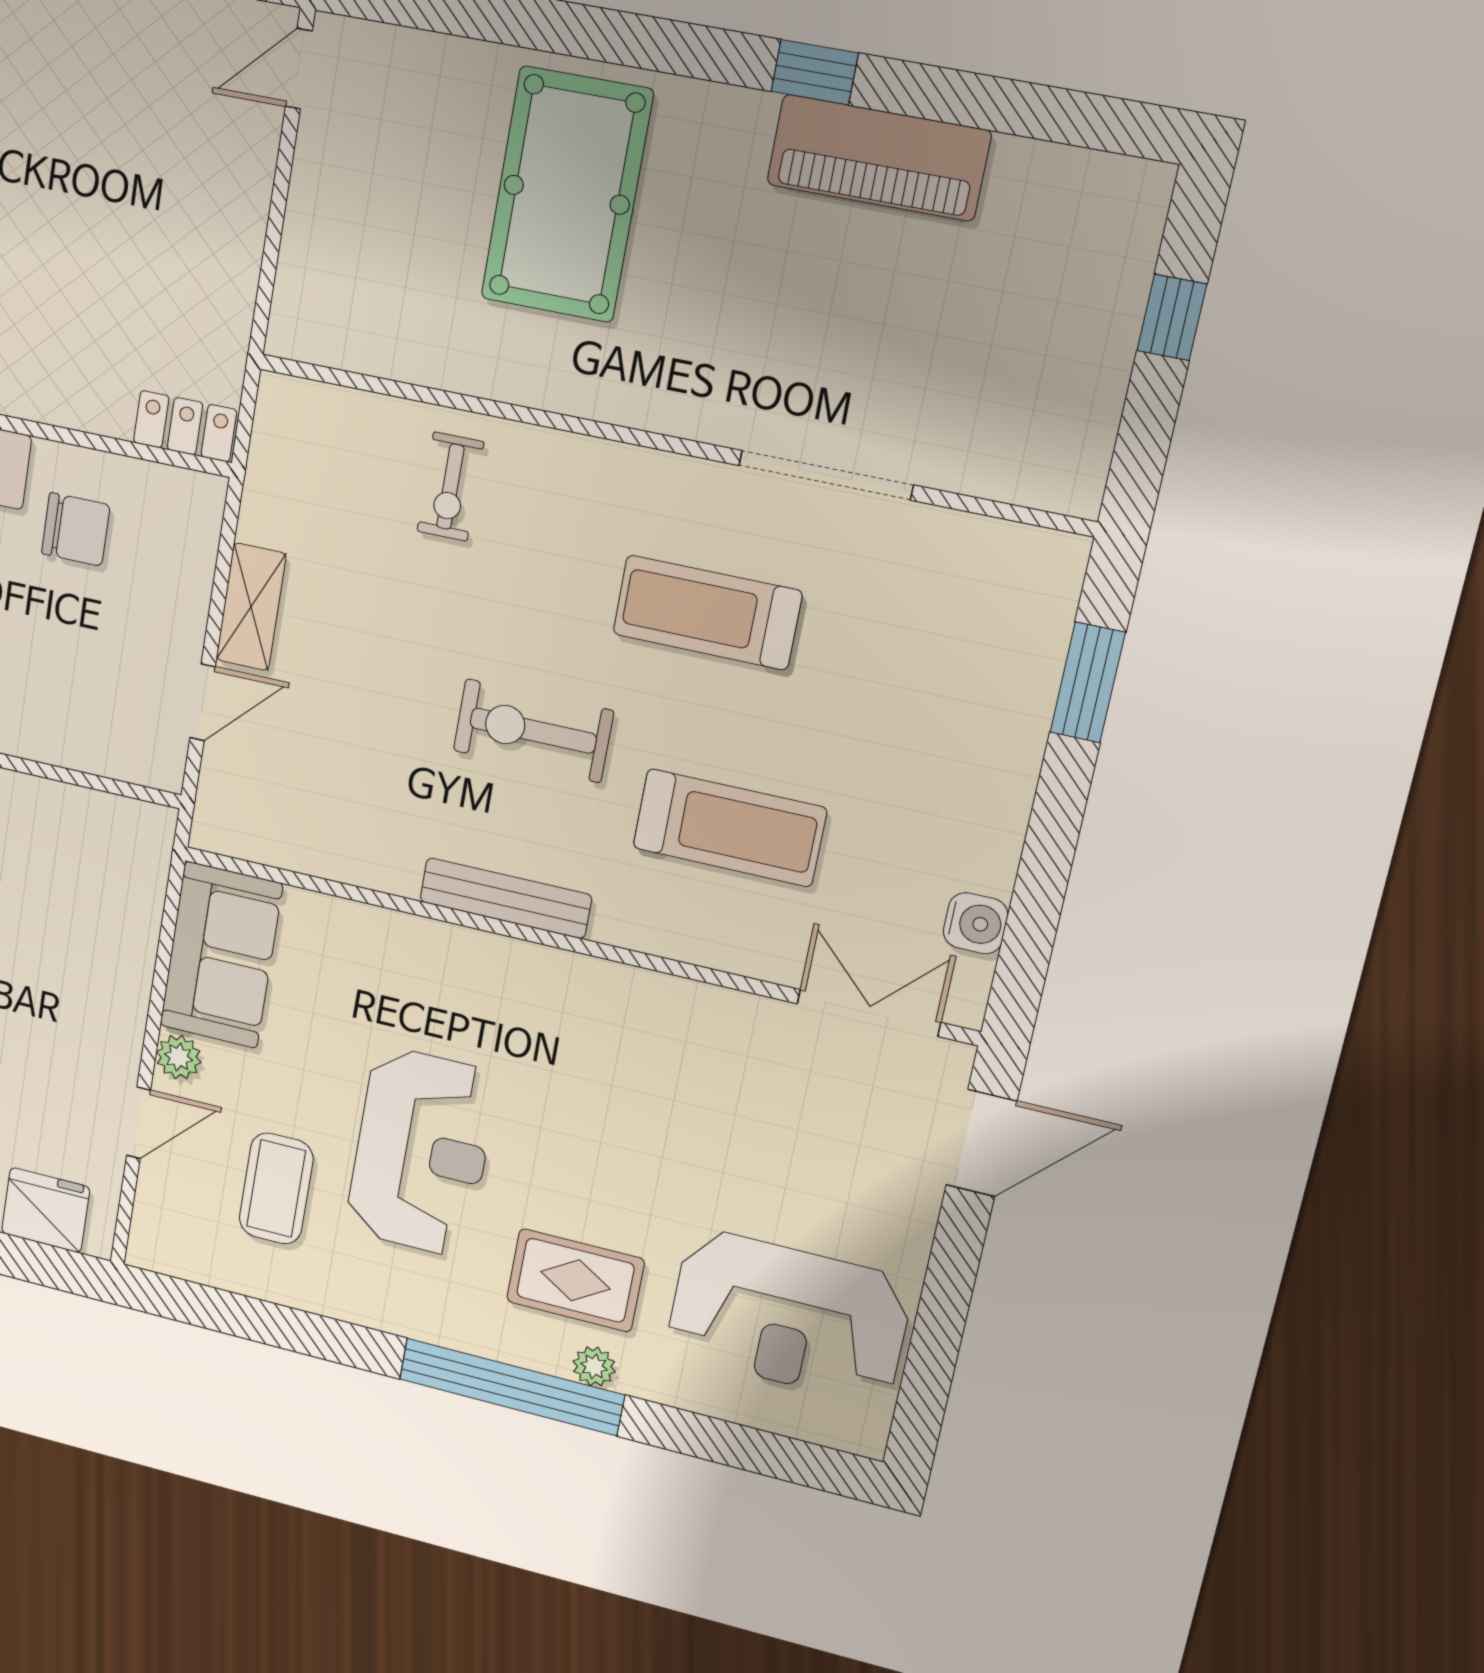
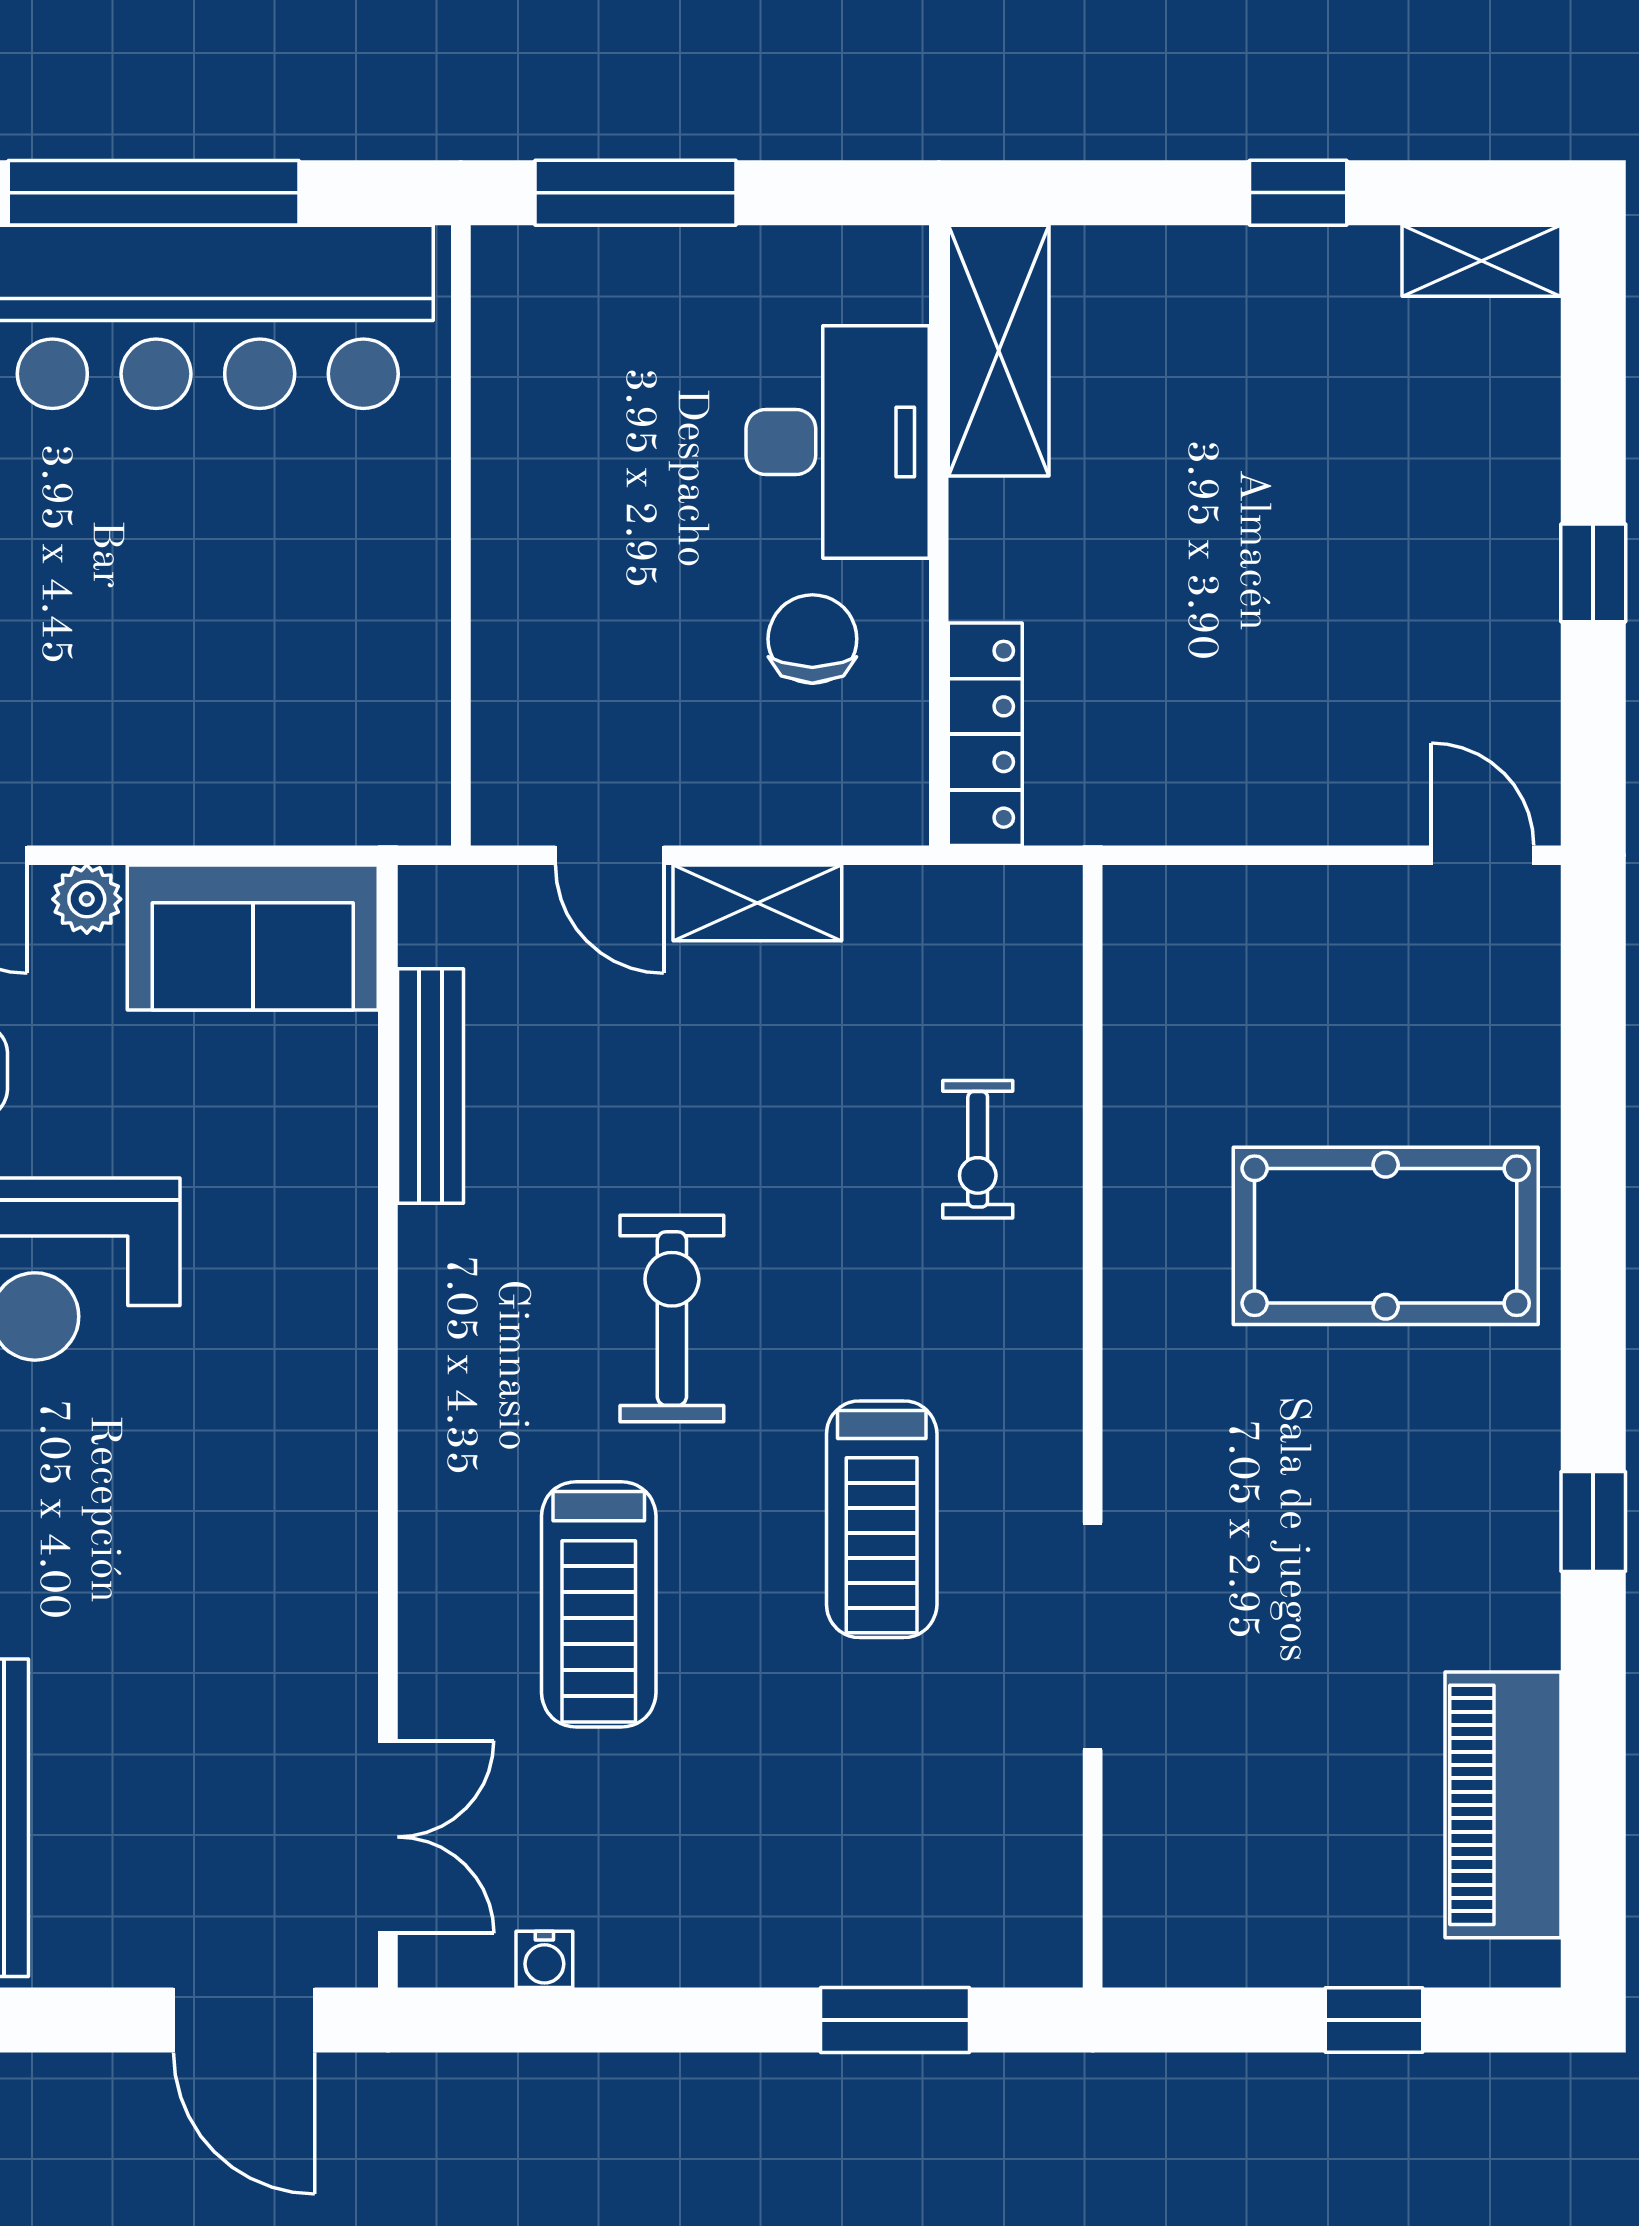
piano: (879, 158) -> (1503, 1805), moved
locker: (185, 426) -> (985, 734), width x1.53
exercise bike: (450, 487) -> (978, 1149), turned -90
chair: (76, 529) -> (812, 639), turned 180
treadmill: (707, 612) -> (882, 1519), turned 180
bench: (506, 898) -> (431, 1086), moved
water cooler: (976, 923) -> (544, 1959), width x0.72, depth x0.72

